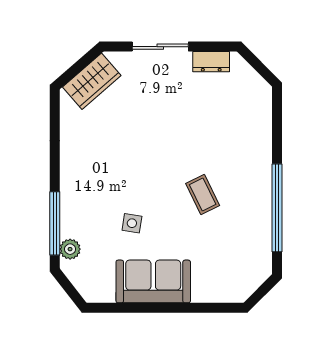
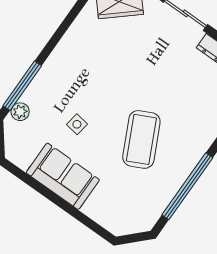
coffee table: (203, 194) -> (141, 139), width x1.86, depth x1.72

